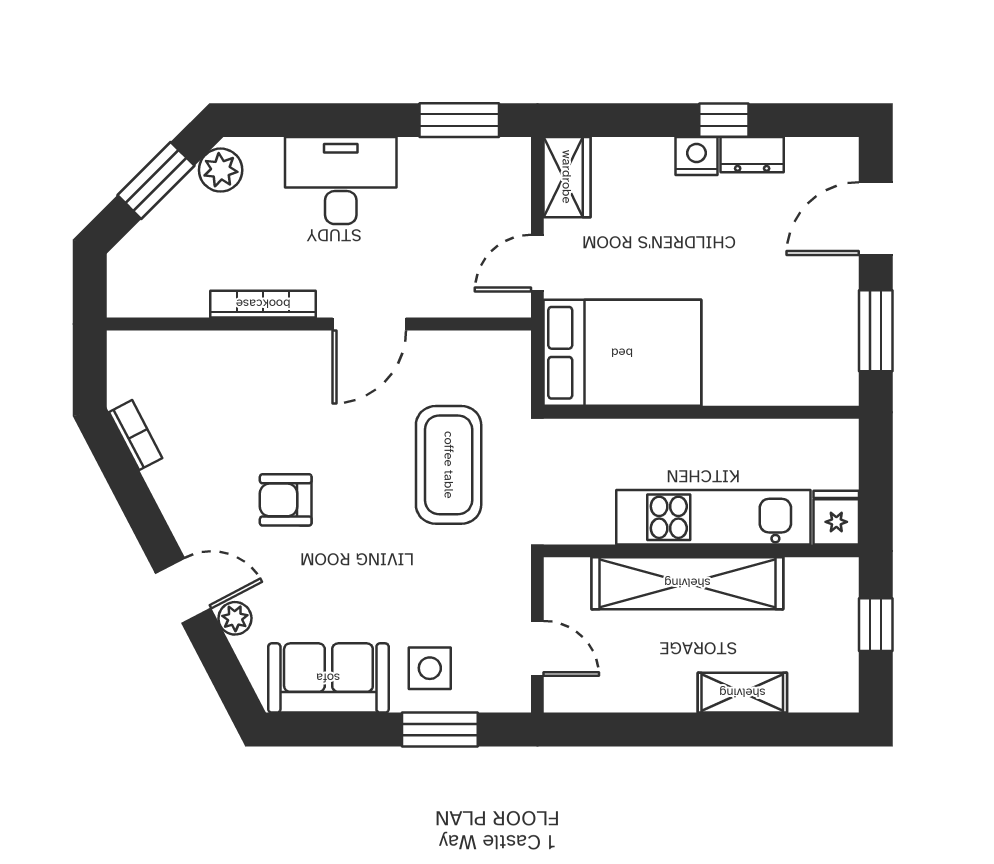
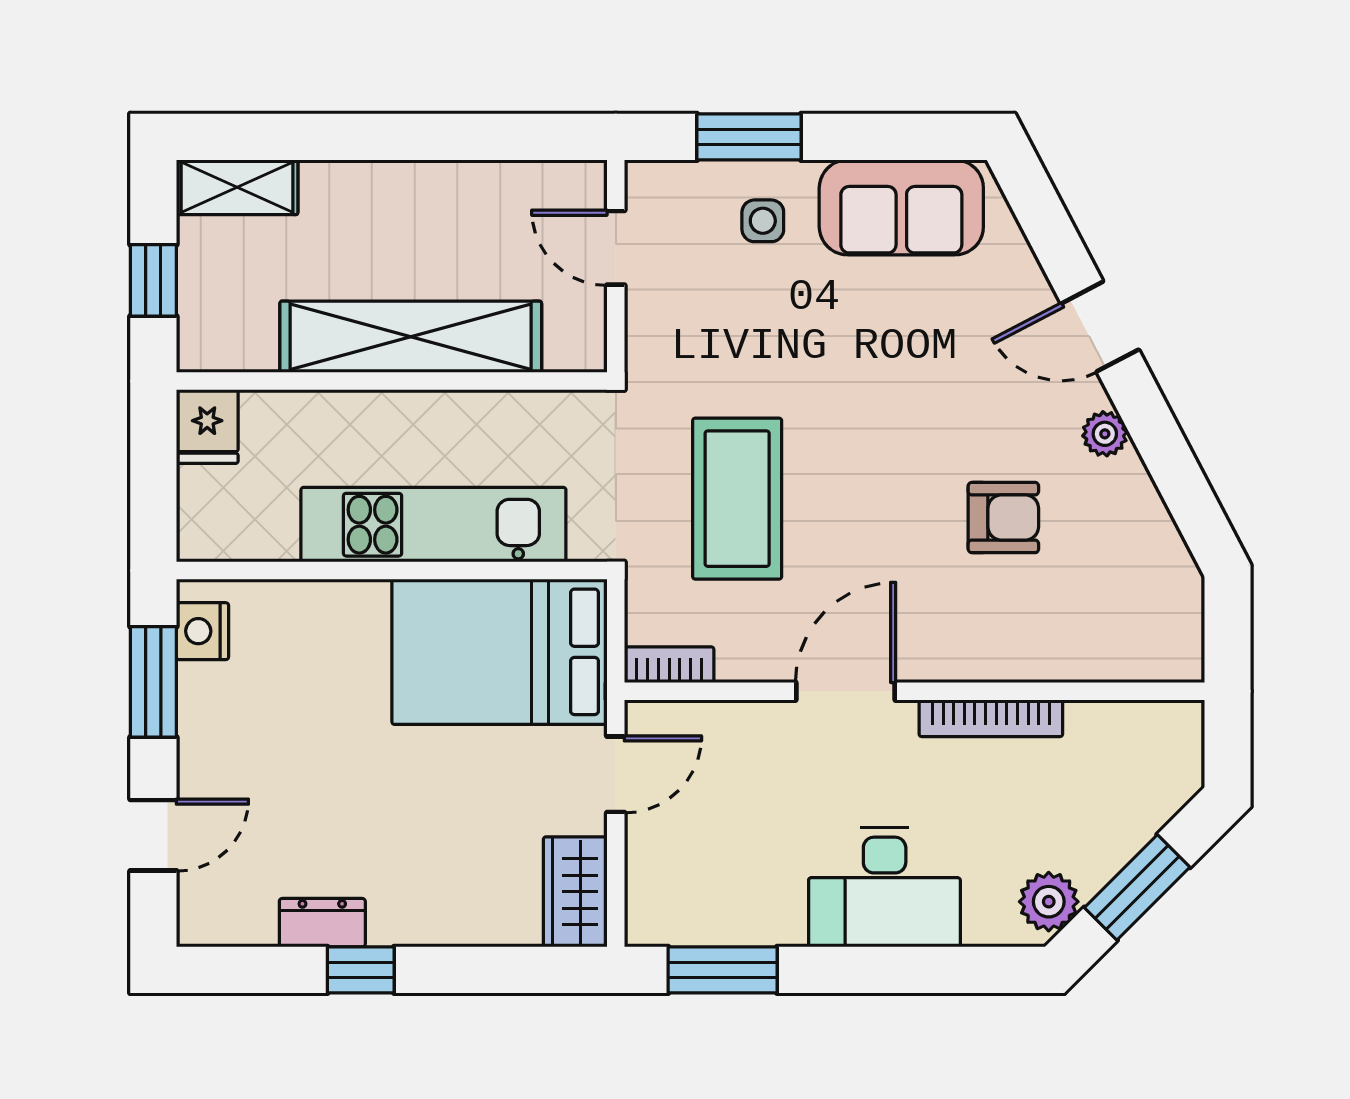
nightstand: (696, 156) -> (202, 631), moved, turned 90
door: (876, 219) -> (153, 835), width x0.73
bookcase: (136, 435) -> (669, 665), moved, turned 118
armchair: (286, 500) -> (1003, 518), moved
kitchen unit: (713, 517) -> (433, 525), moved, turned 180
plant: (235, 618) -> (1105, 434), moved
side table: (430, 668) -> (763, 221), width x0.73, depth x0.73
shelving: (742, 693) -> (237, 187), moved

